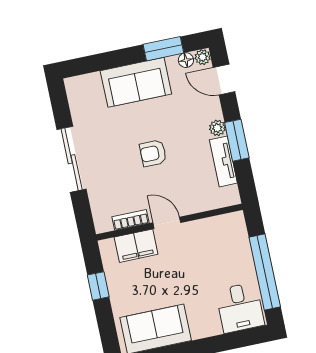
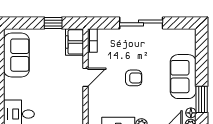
armchair: (153, 153) -> (134, 78), turned 90
bookcase: (131, 220) -> (92, 41), moved
filing cabinet: (136, 246) -> (75, 42), moved

